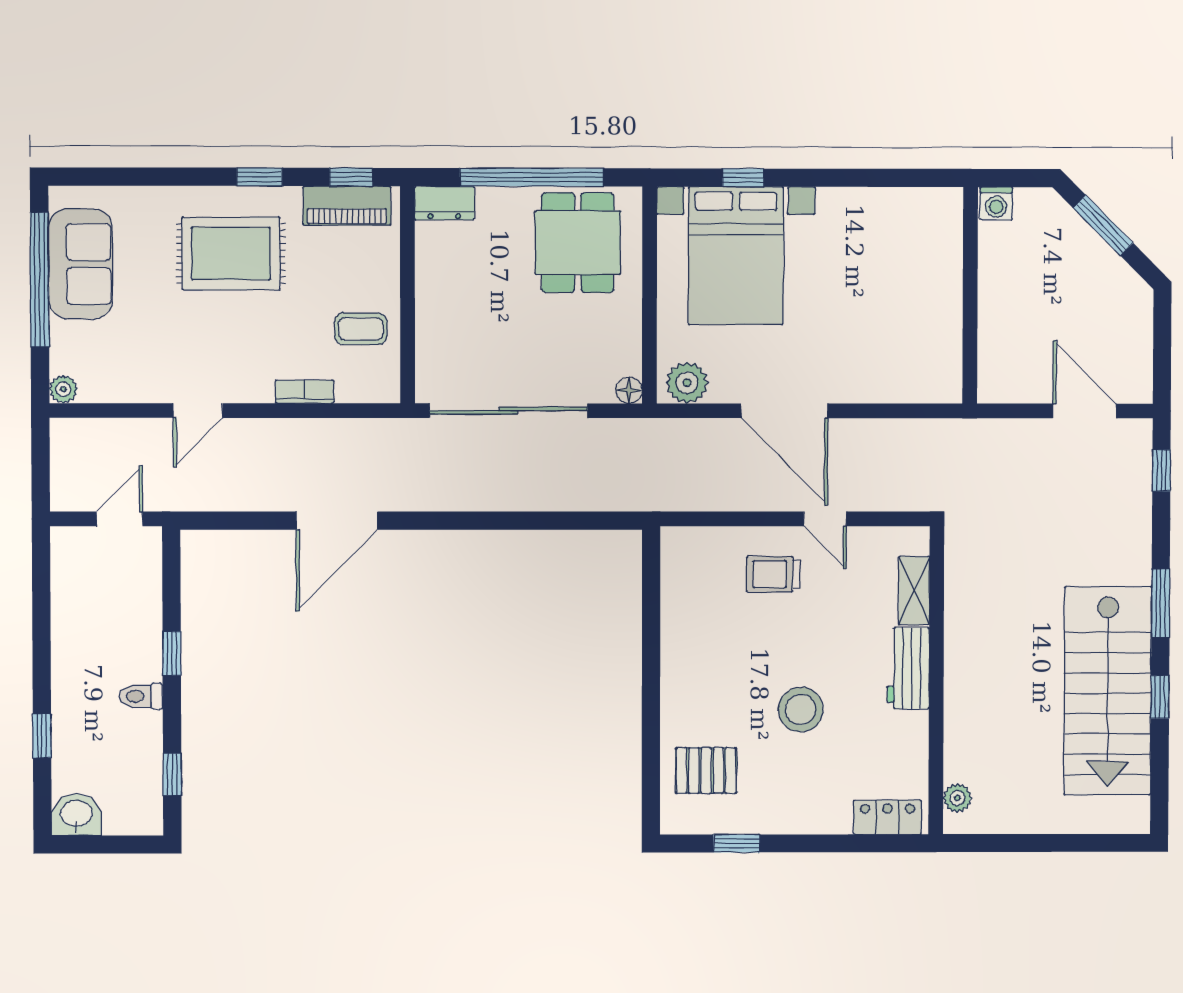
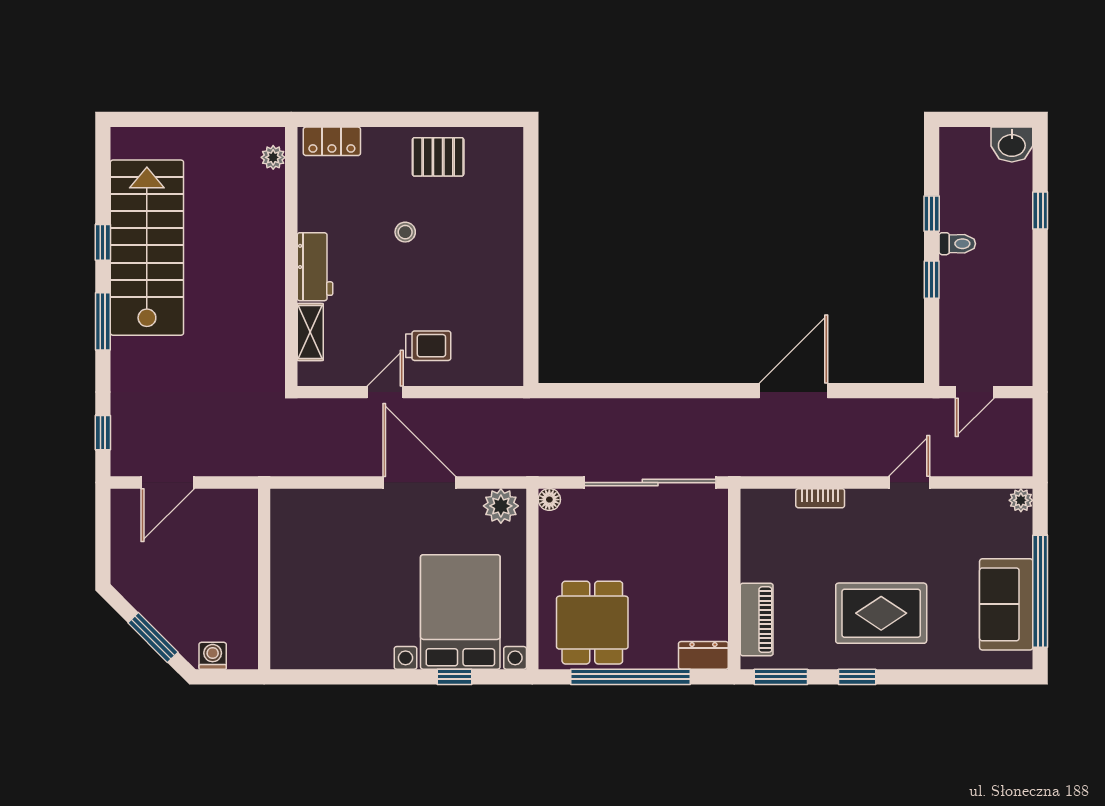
window: (351, 177) -> (781, 677), width x1.50
washing machine: (996, 203) -> (213, 656), moved
piano: (347, 206) -> (757, 620), moved, turned 90
coffee table: (361, 329) -> (773, 551), removed
door: (1084, 411) -> (168, 483), hinge flipped
door: (825, 519) -> (385, 392), hinge flipped
stool: (801, 710) -> (405, 232), width x0.53, depth x0.53
pallet: (706, 771) -> (438, 157), moved
window: (172, 774) -> (932, 214), moved
window: (737, 843) -> (459, 119), removed

